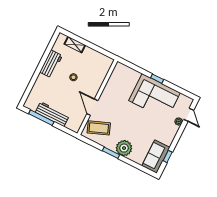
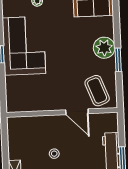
door: (92, 107) -> (77, 112), hinge flipped

